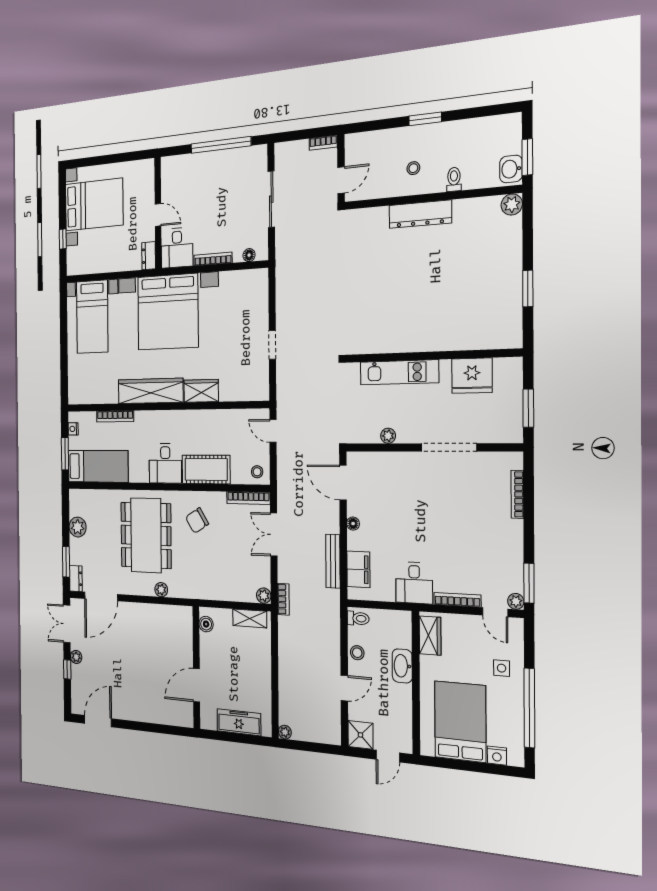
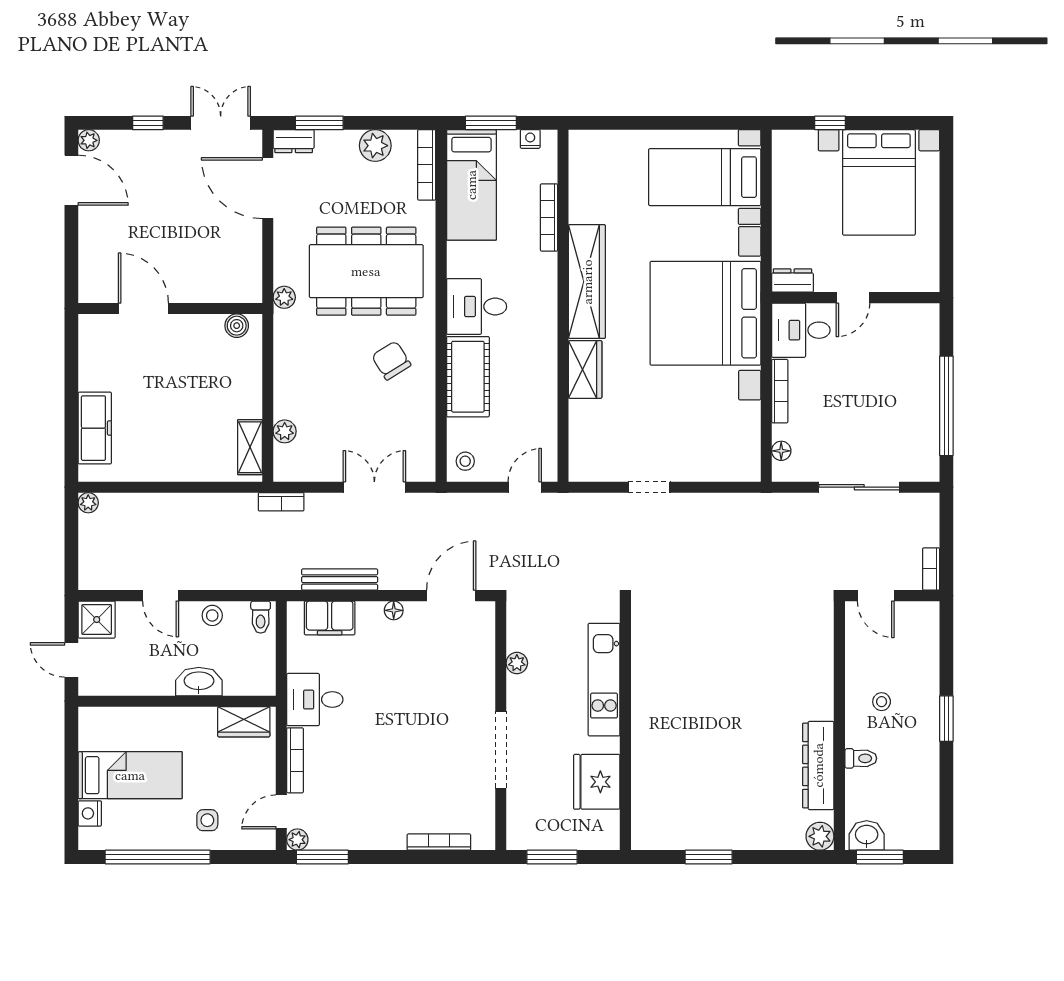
dresser: (420, 214) -> (818, 765), moved
bookcase: (248, 498) -> (427, 165), moved
plant: (264, 596) -> (285, 431), moved
boiler: (206, 624) -> (237, 326), moved
plant: (76, 657) -> (89, 140), moved
wall: (196, 667) -> (170, 308), moved
door: (196, 685) -> (143, 308), moved
bed: (460, 722) -> (130, 775), width x0.67

